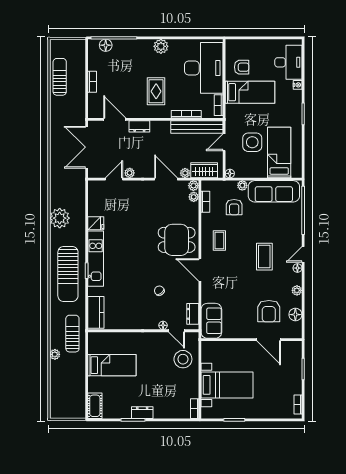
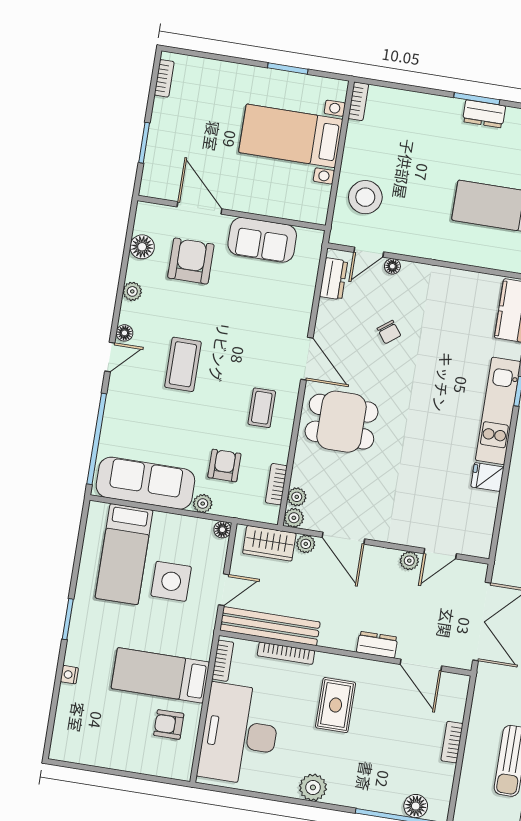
desk: (288, 62) -> (80, 720), removed
sofa: (211, 321) -> (262, 240), moved, turned -90
door: (177, 331) -> (369, 252), swing flipped
dresser: (142, 413) -> (484, 114), moved

